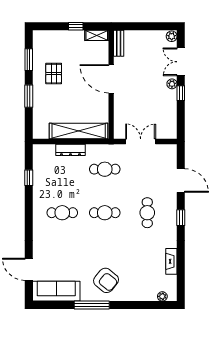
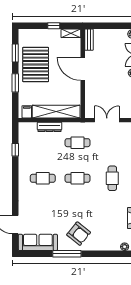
pallet: (54, 74) -> (36, 64), width x2.05, depth x2.00
filing cabinet: (43, 131) -> (27, 112), added

